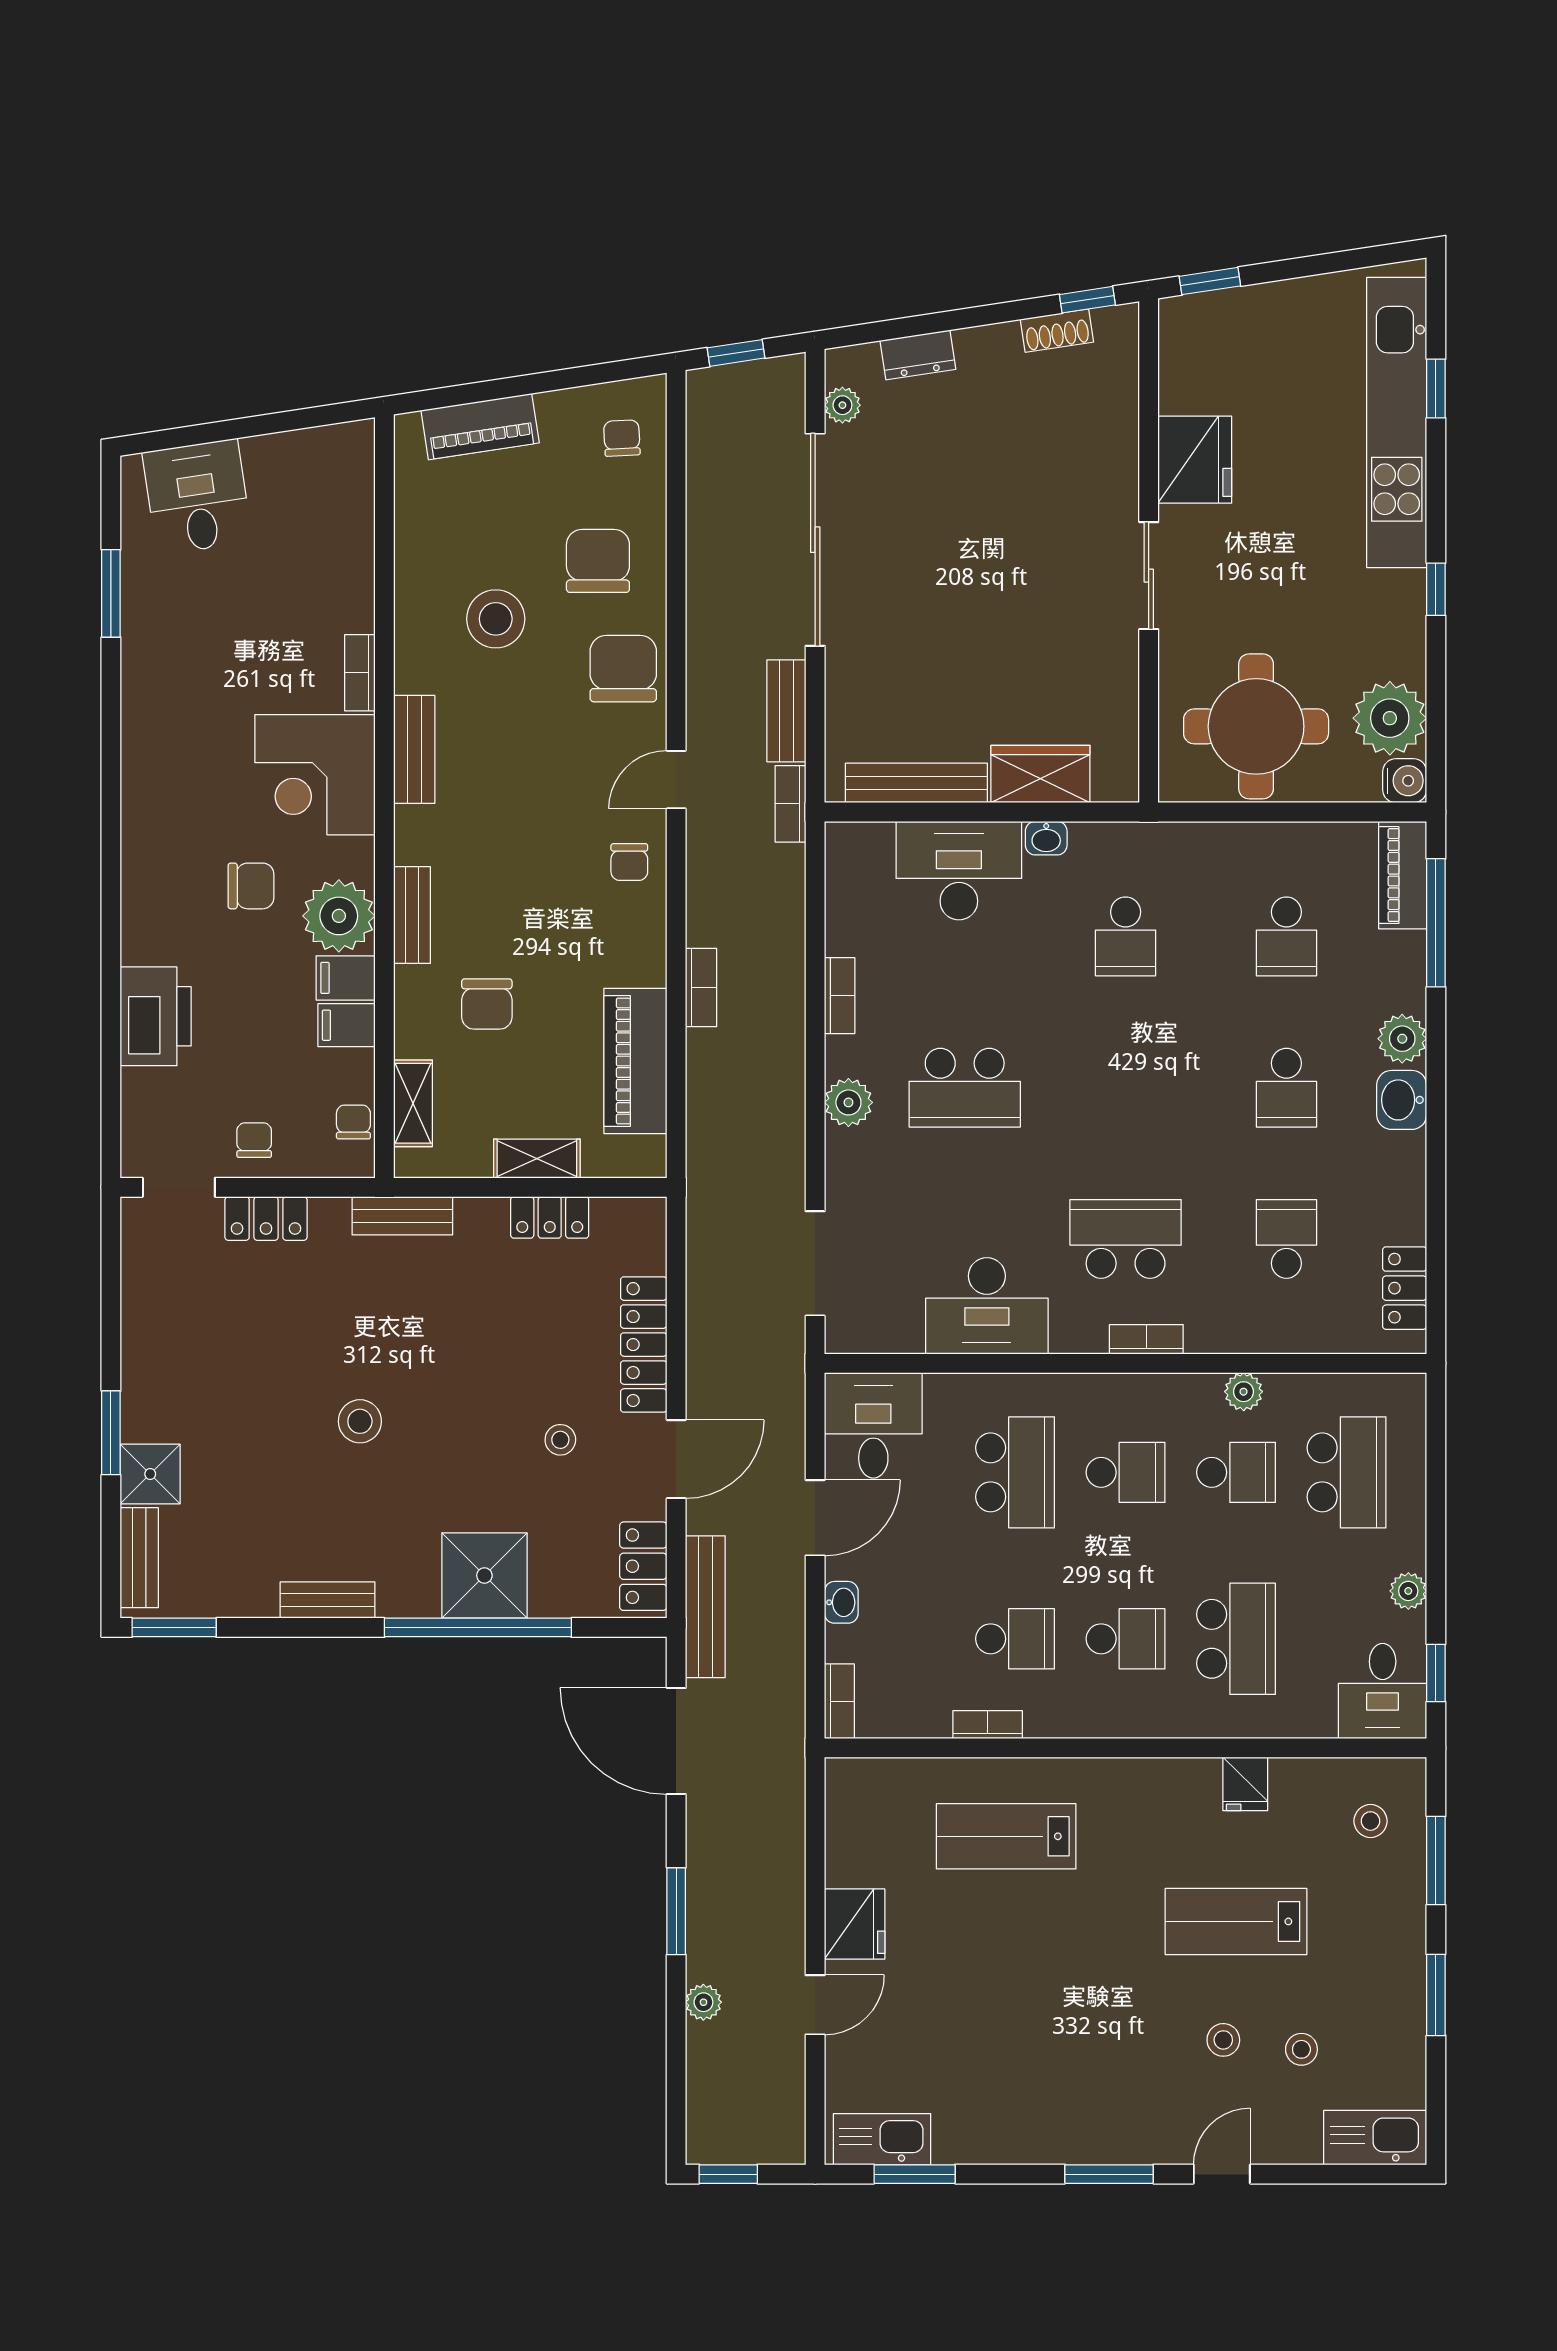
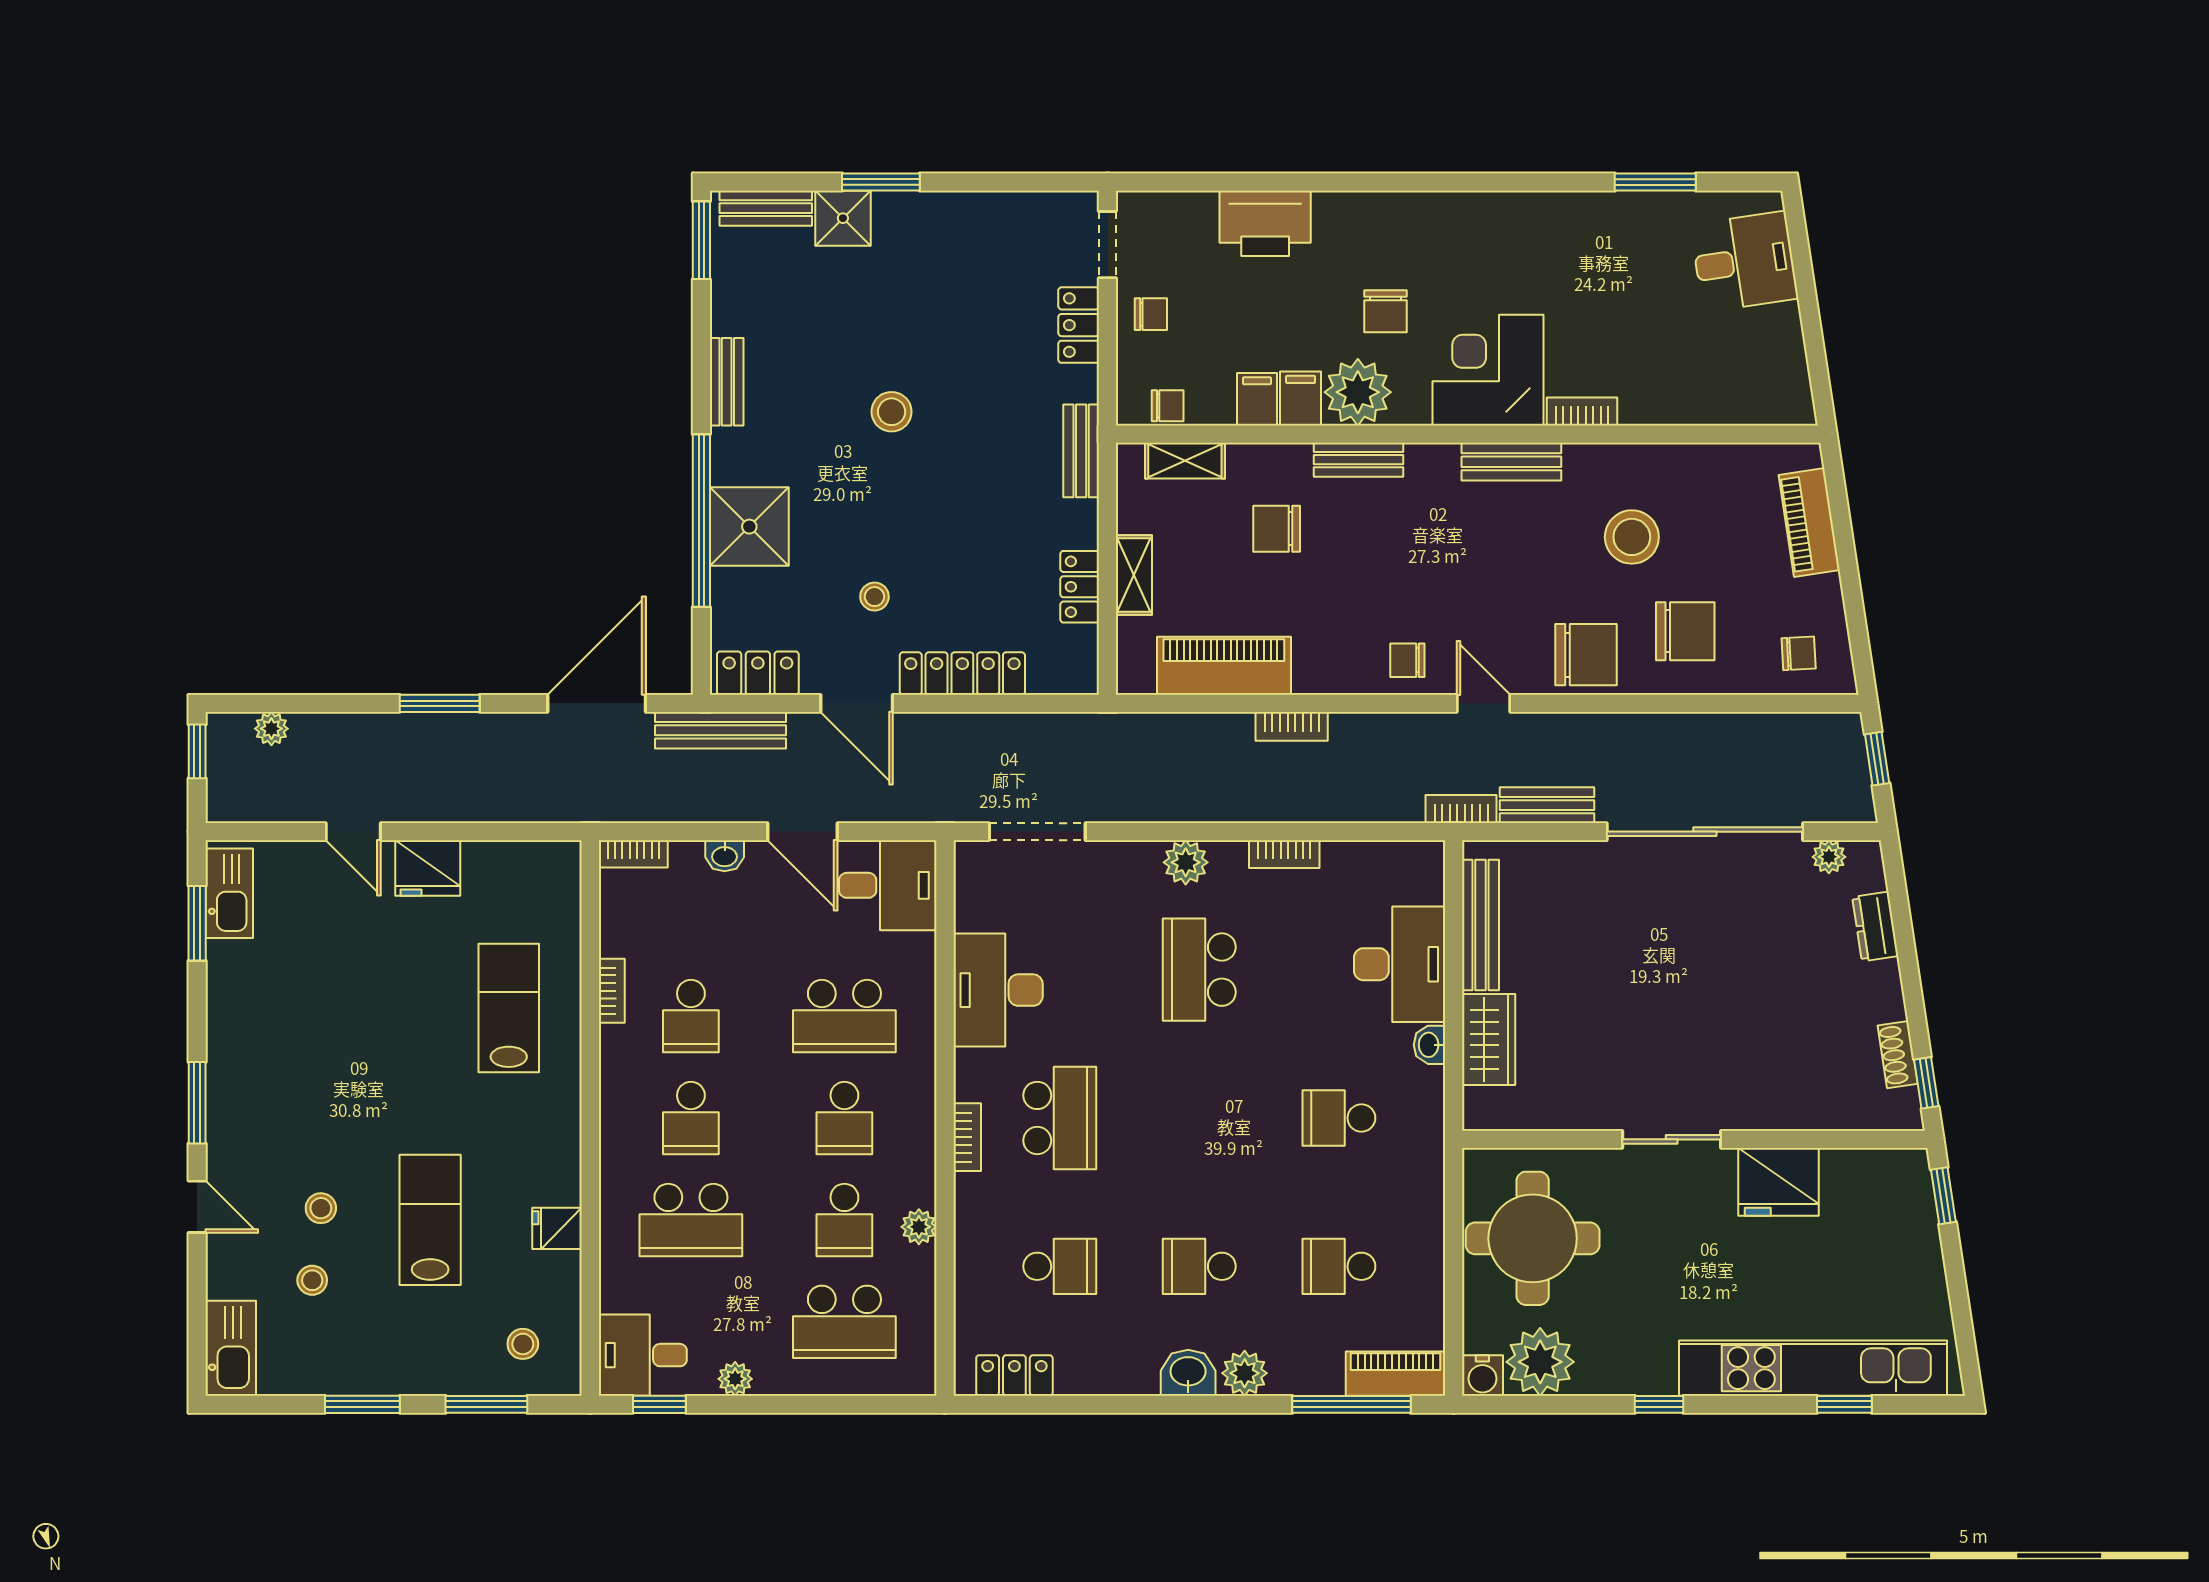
plant: (703, 2002) -> (271, 729), moved

